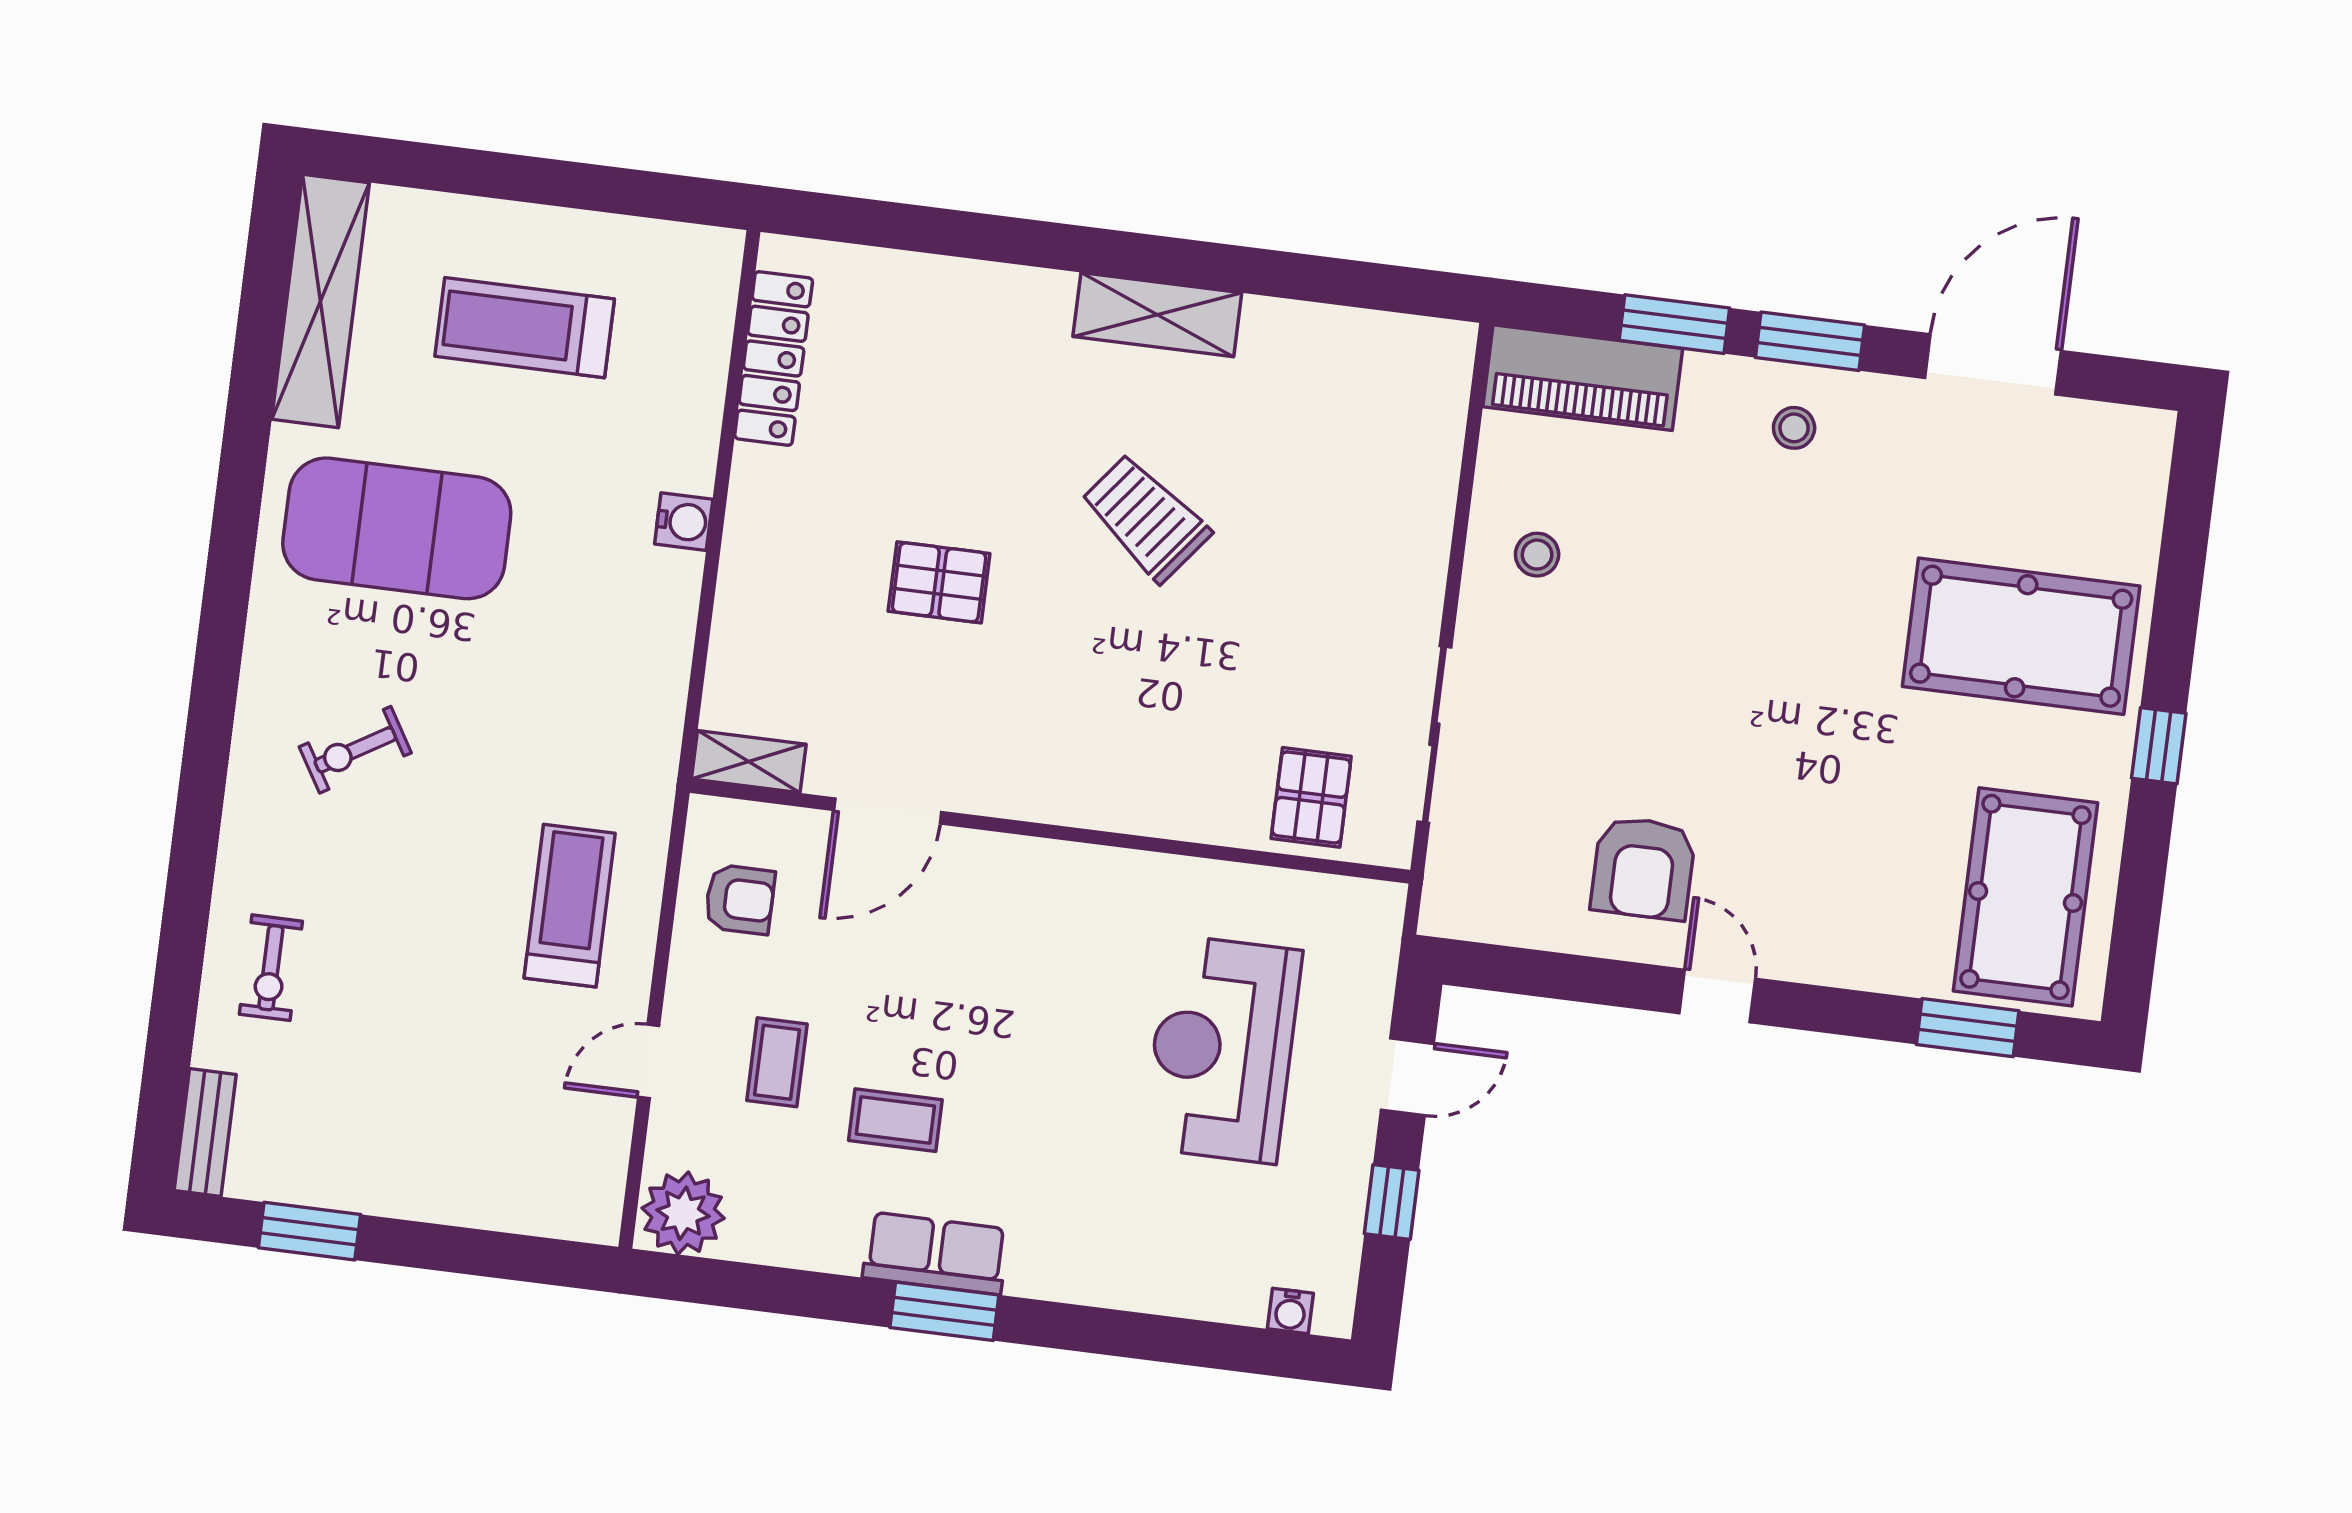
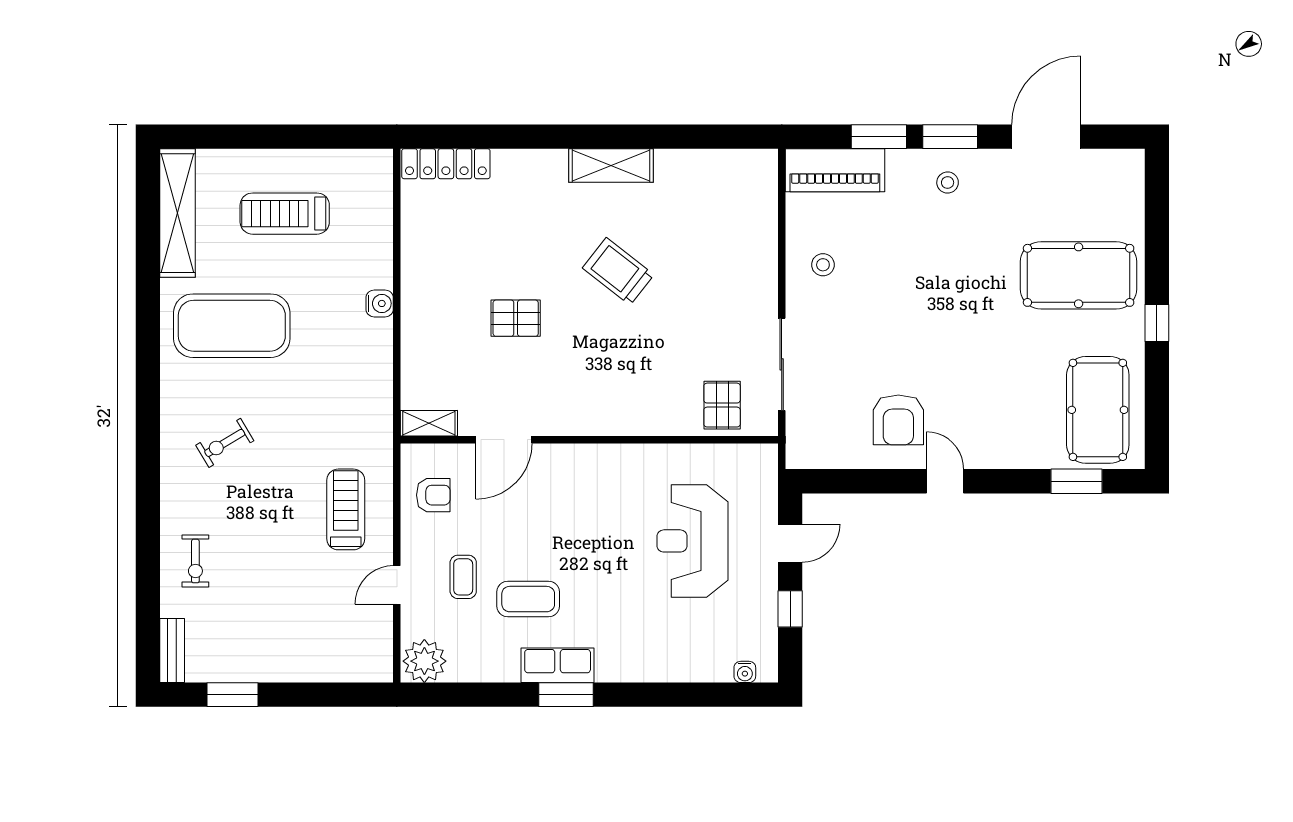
locker: (774, 358) -> (446, 164), moved, turned 90
coffee table: (895, 1120) -> (528, 599), width x1.36, depth x1.30

